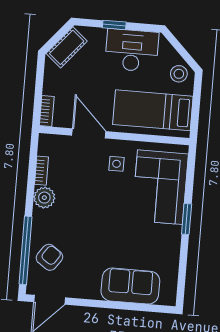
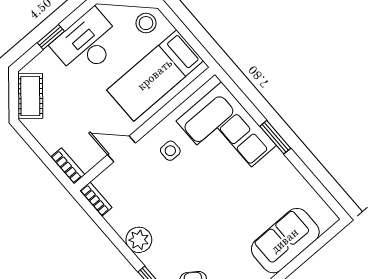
door: (89, 133) -> (121, 149), width x0.73
bookcase: (41, 171) -> (96, 199), moved

